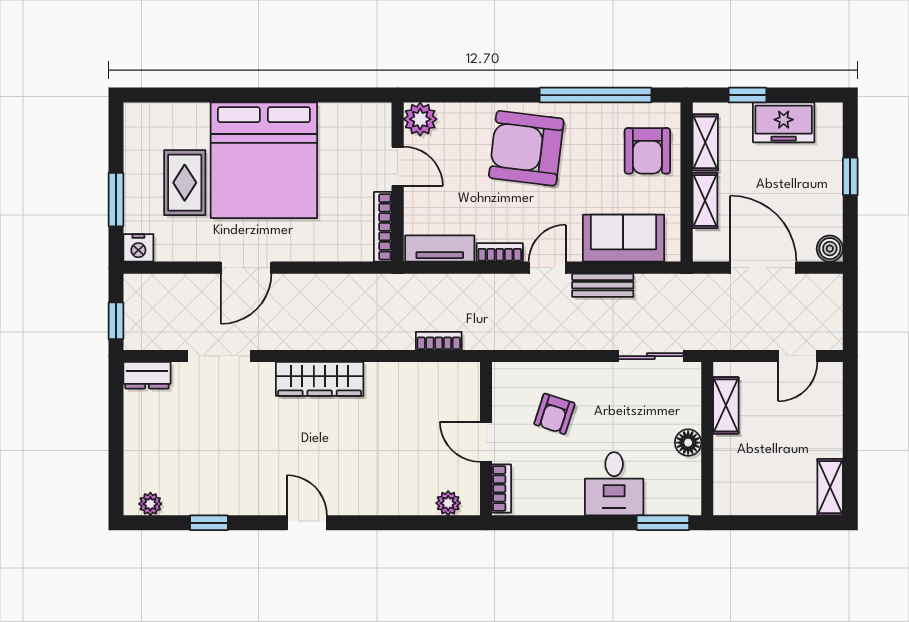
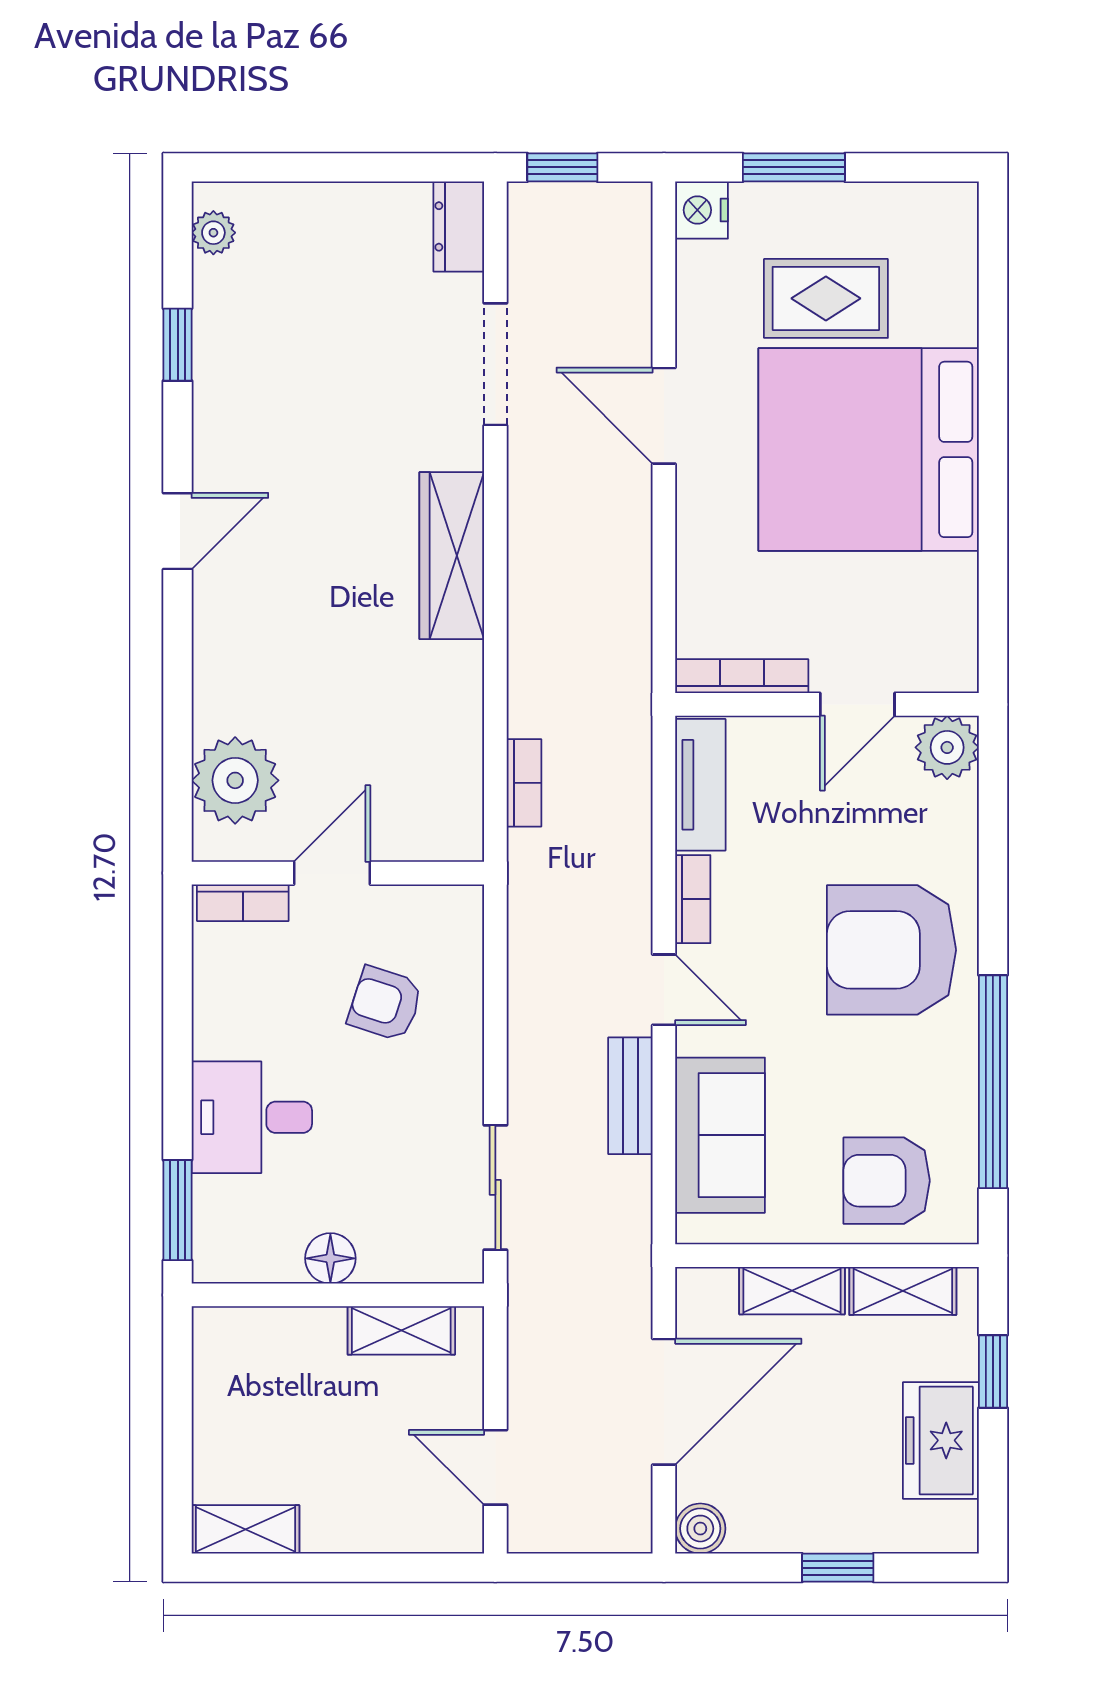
armchair: (526, 148) -> (892, 950), turned -97
plant: (448, 503) -> (235, 780), width x1.88, depth x1.88

